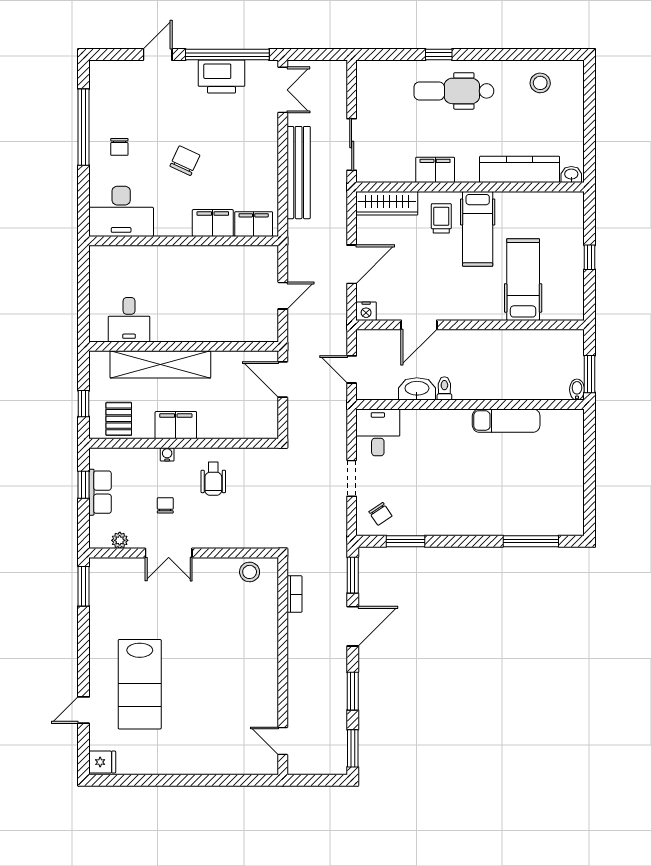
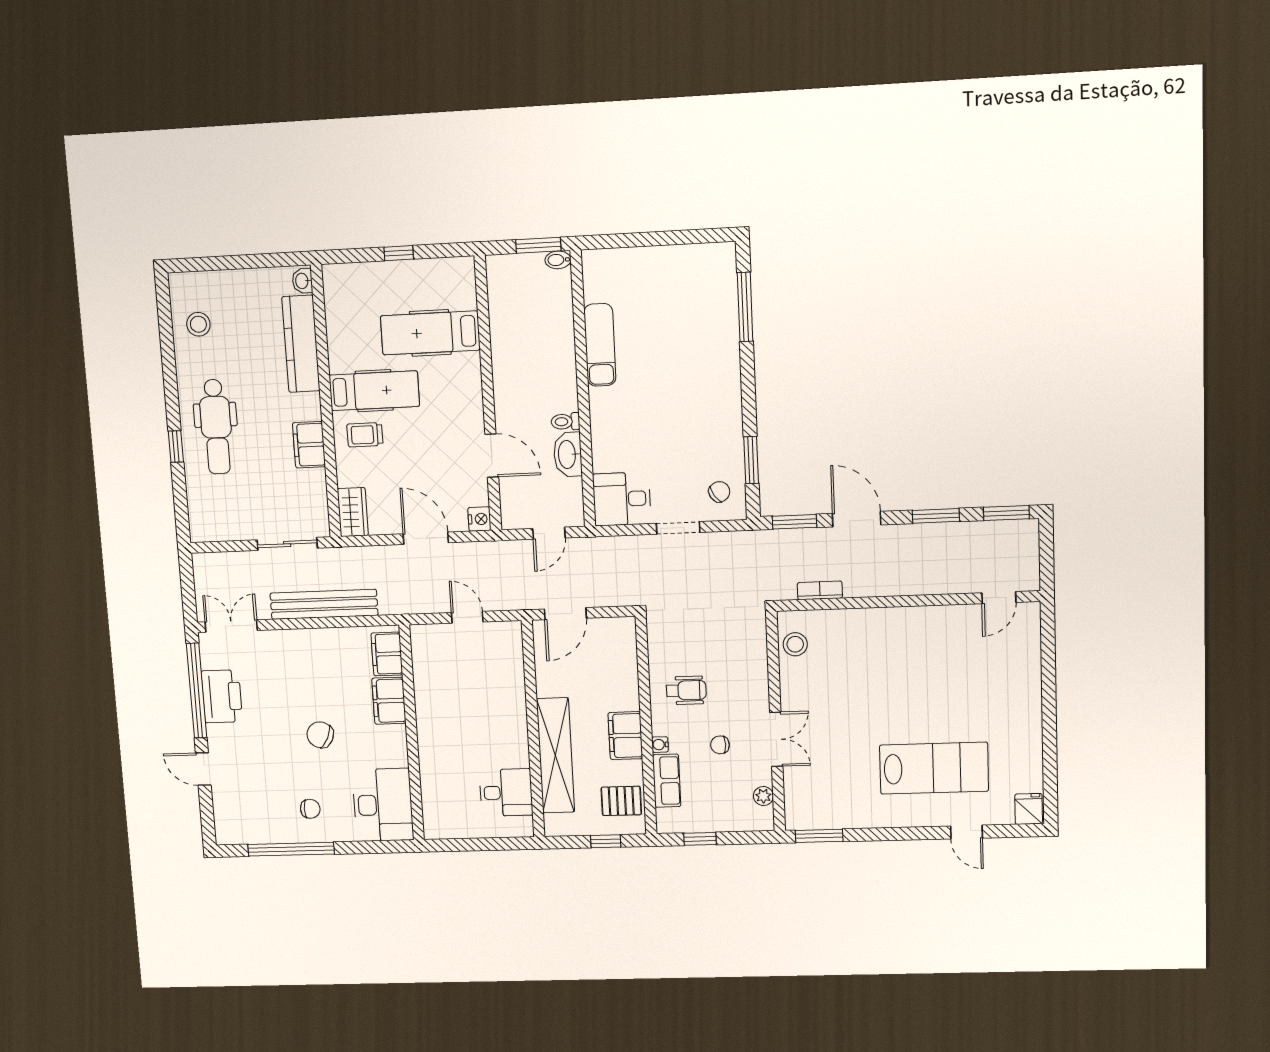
wardrobe: (387, 203) -> (353, 512), width x0.67
row of seats: (100, 492) -> (667, 781), moved, turned 90

